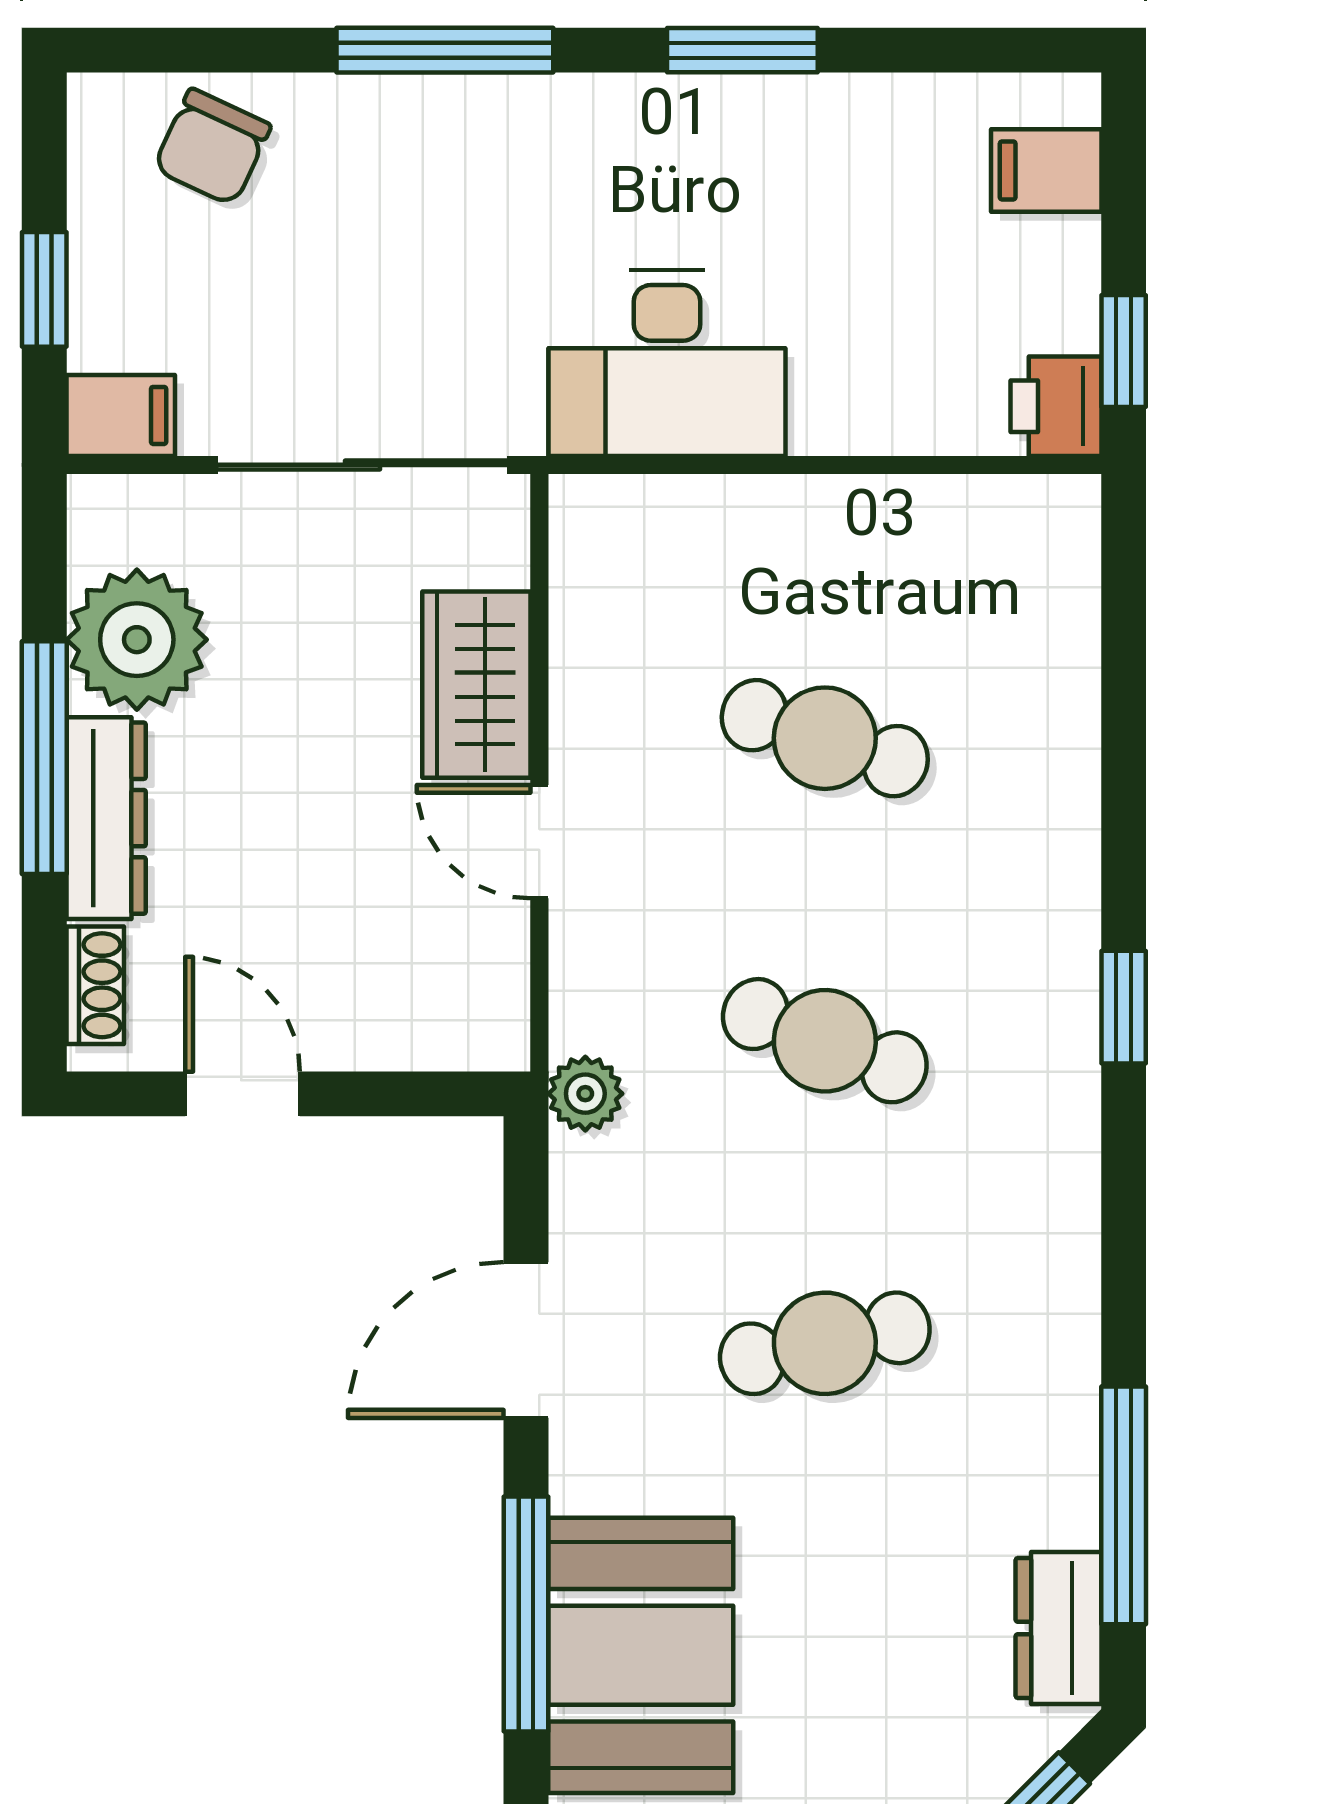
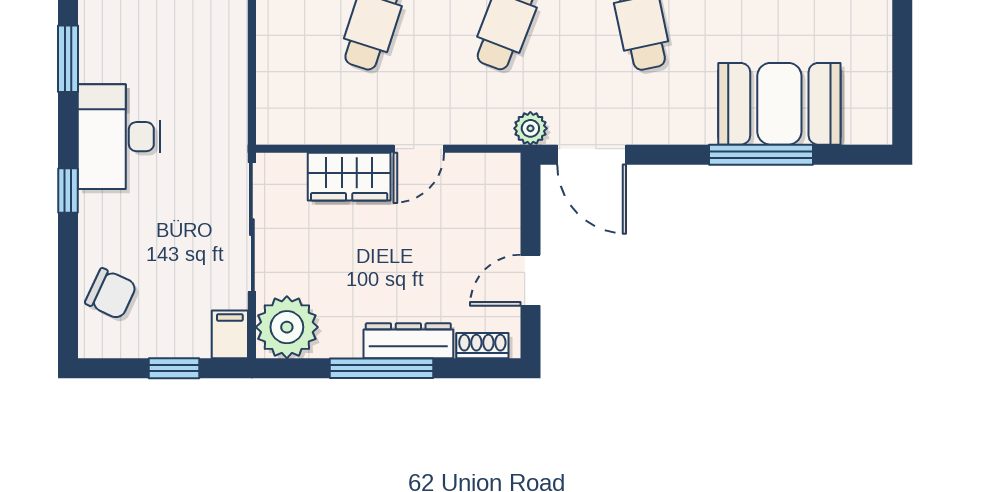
window: (445, 50) -> (68, 191), width x0.46
desk: (667, 363) -> (119, 137), moved, turned 180
plant: (137, 640) -> (287, 327), moved
door: (526, 1340) -> (592, 155), moved

